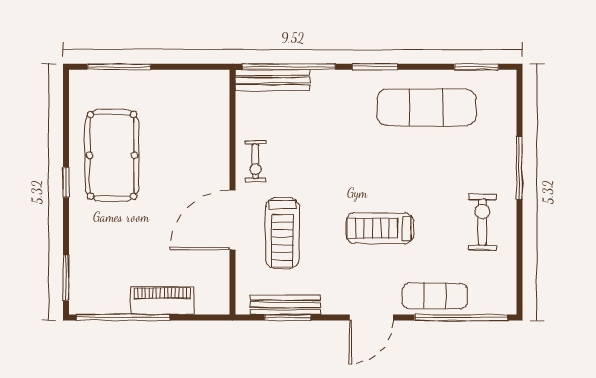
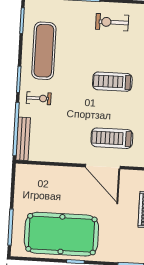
pool table: (112, 155) -> (61, 234), width x1.36, depth x1.32
exercise bike: (255, 161) -> (39, 98), moved
treadmill: (380, 228) -> (112, 82), turned 90
treadmill: (282, 233) -> (112, 138), turned 180

